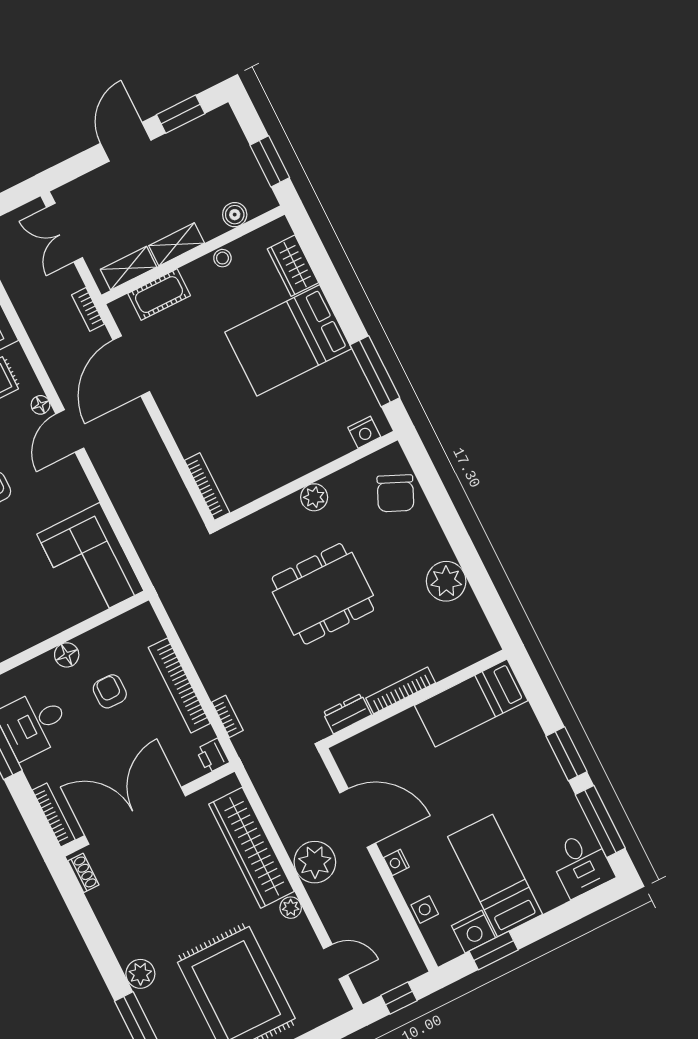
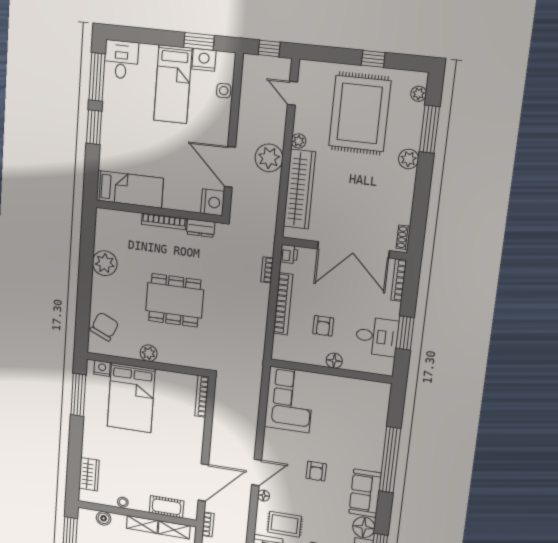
bed: (288, 340) -> (131, 398), moved, turned 90
nightstand: (396, 862) -> (212, 202), moved, width x1.89, depth x1.79

